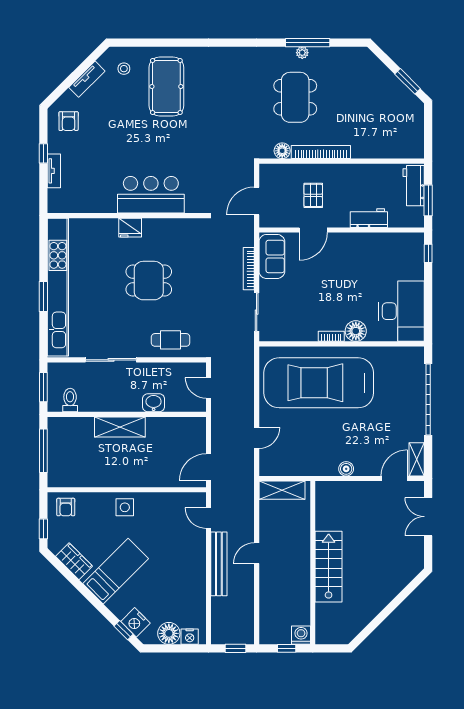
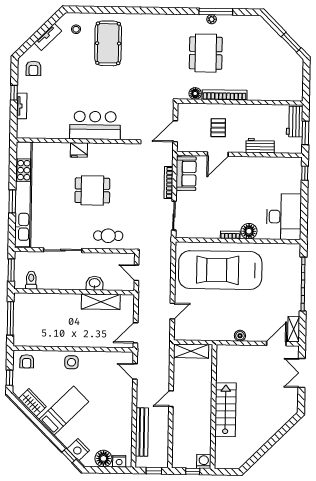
shelving: (120, 427) -> (101, 302), moved
bench: (219, 564) -> (142, 432), moved

